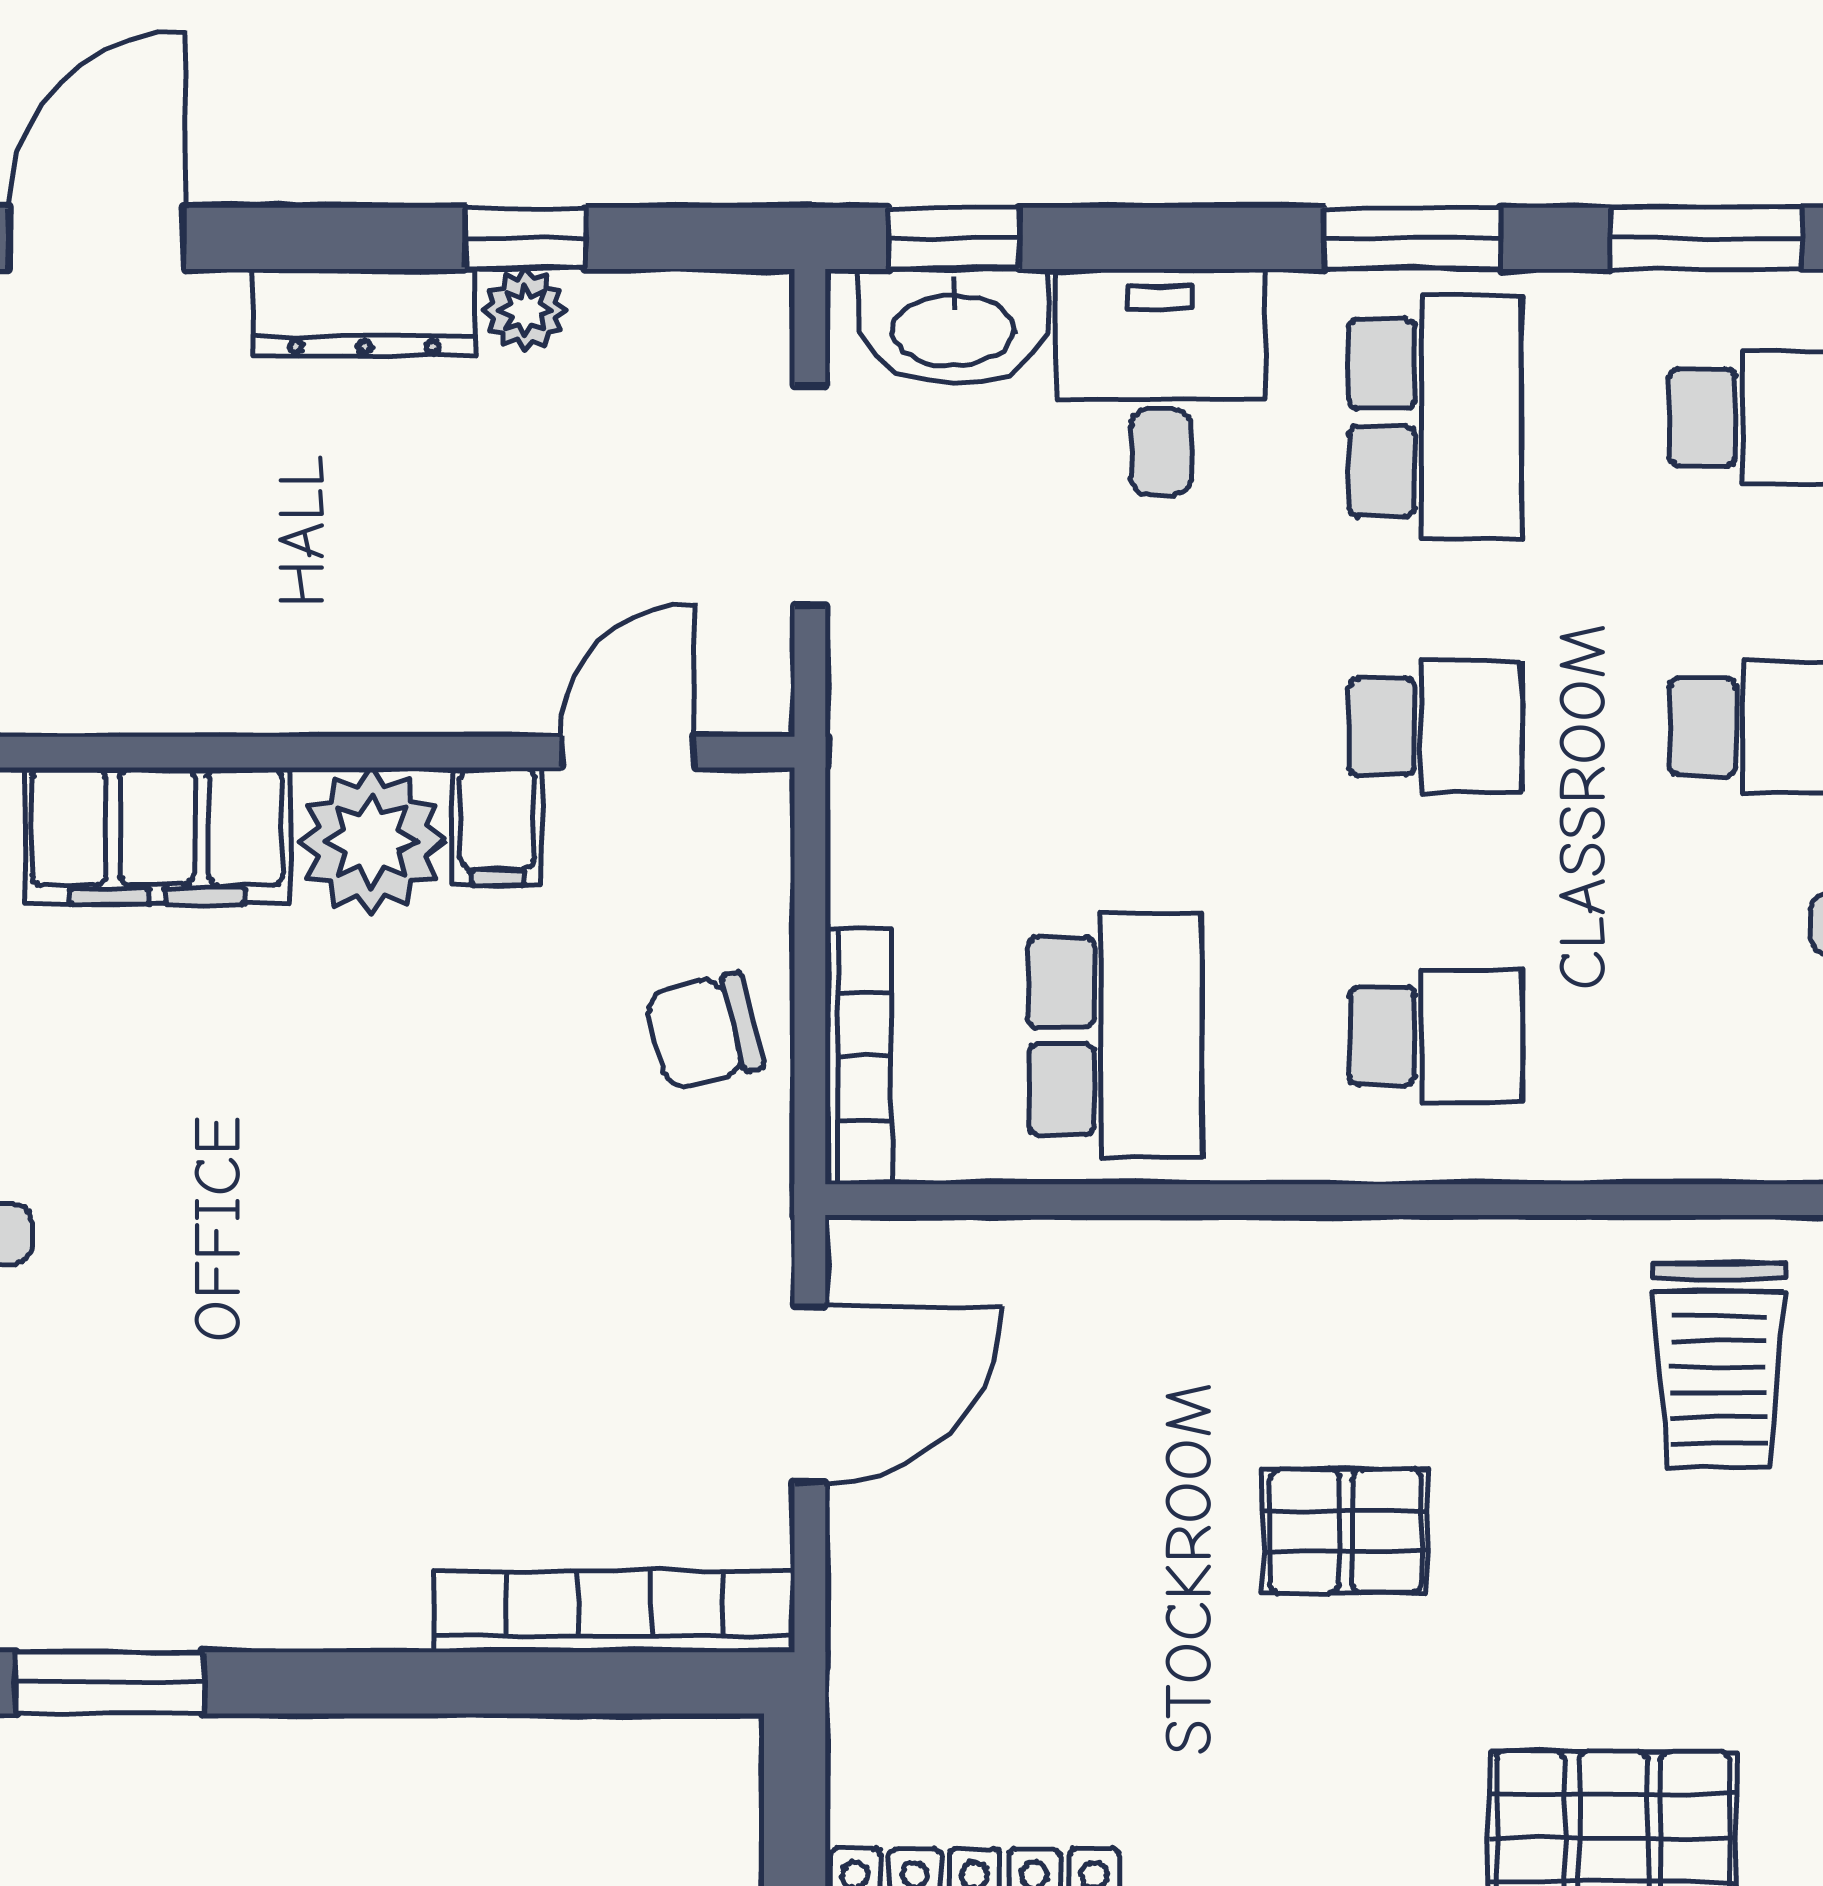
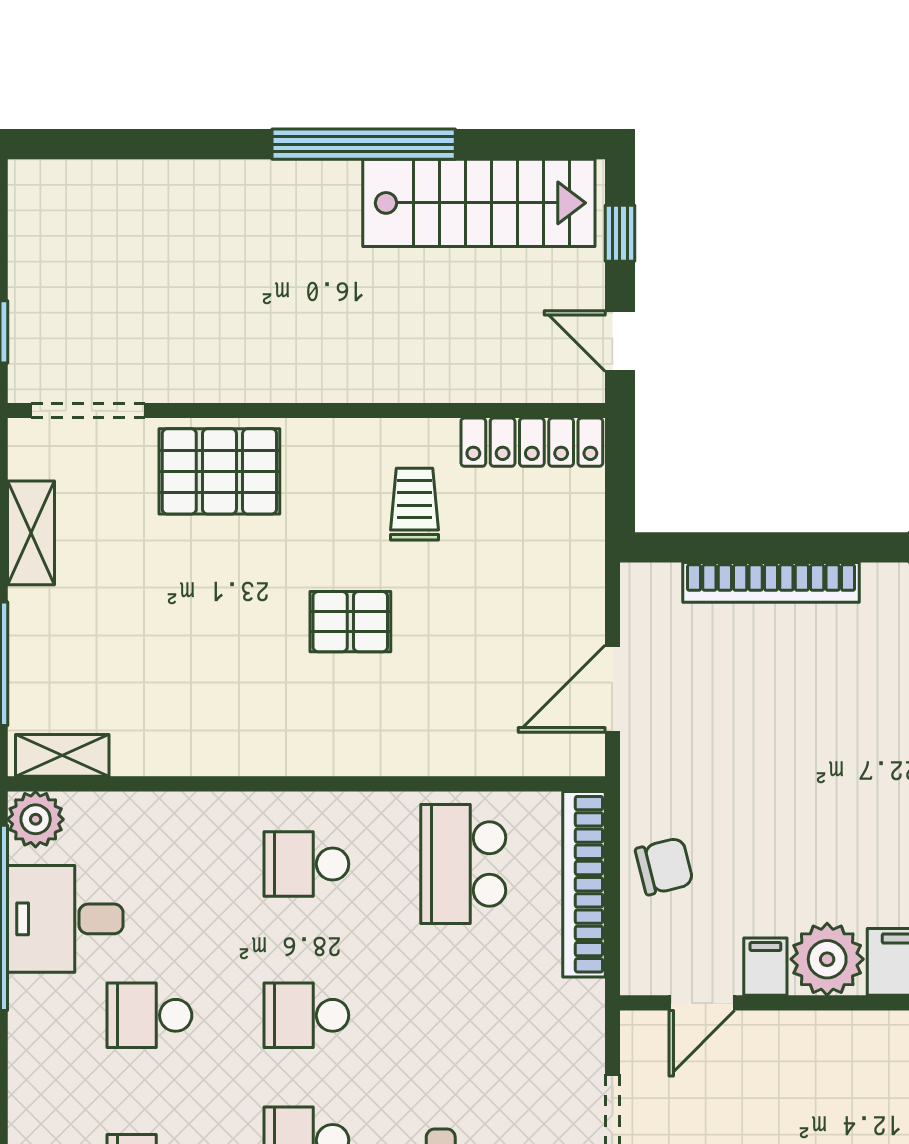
bookcase: (858, 1056) -> (584, 884), width x1.48, depth x1.31
trolley: (1719, 1365) -> (415, 504), moved, width x0.73, depth x0.72
bookcase: (614, 1611) -> (771, 582), moved

